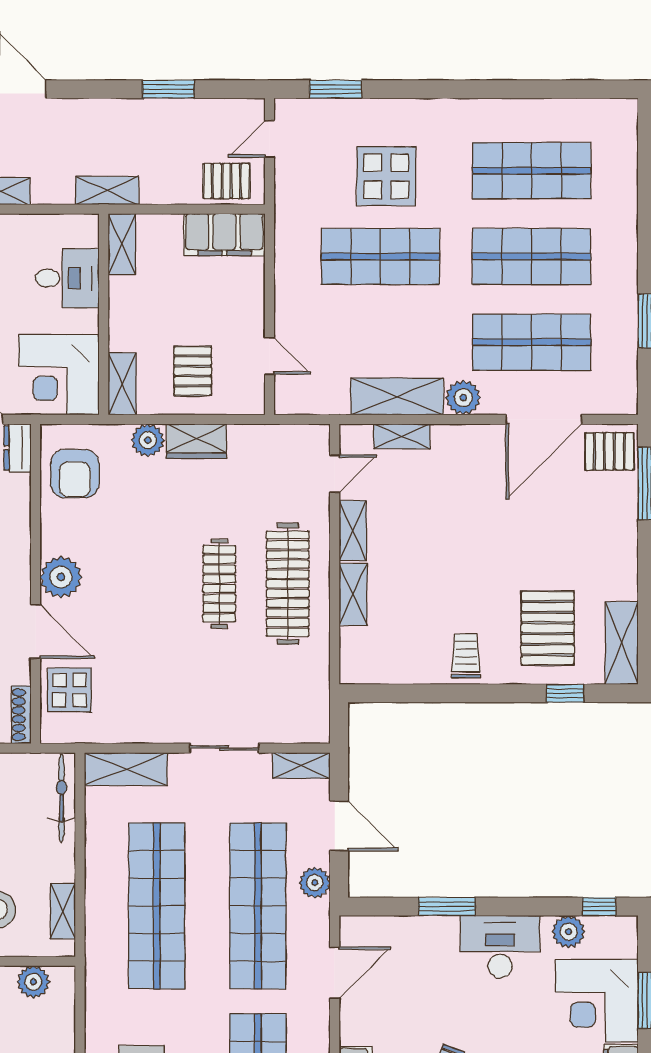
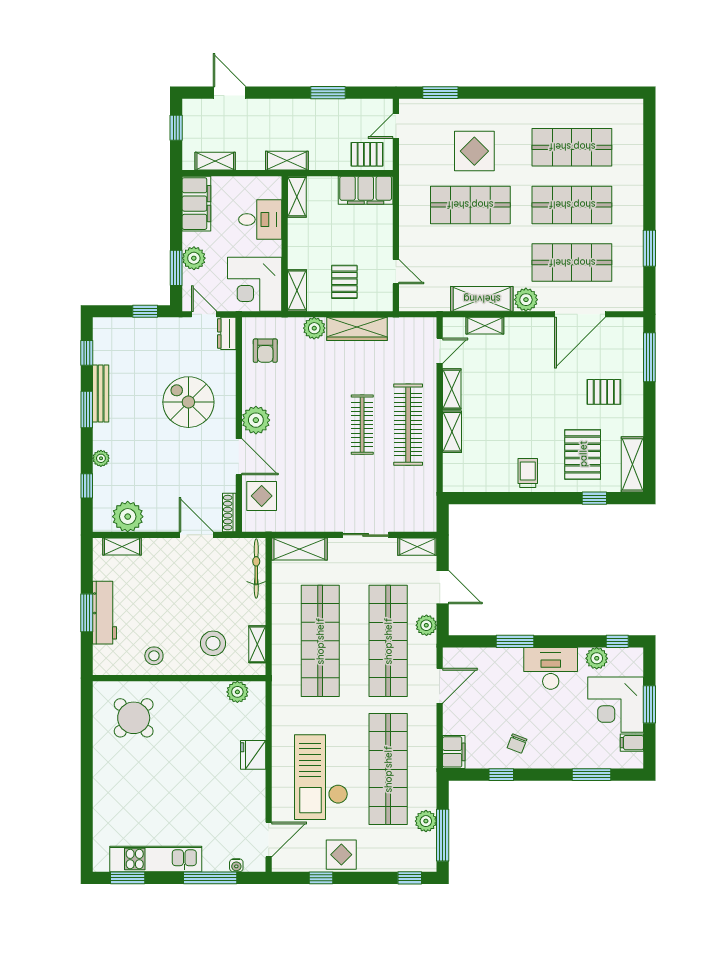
wardrobe: (196, 441) -> (357, 329), width x1.50
pallet: (609, 451) -> (604, 392), moved
armchair: (75, 474) -> (265, 351), width x0.72, depth x0.72

